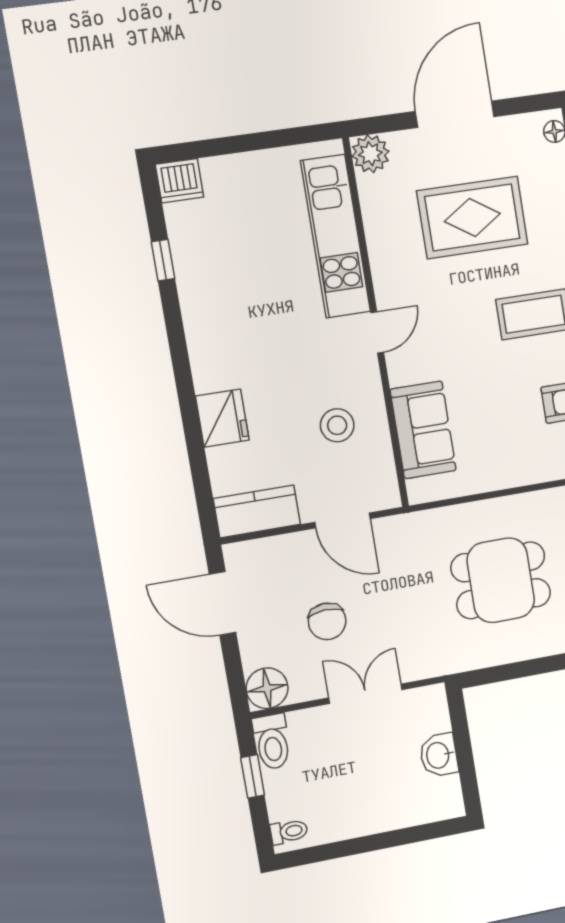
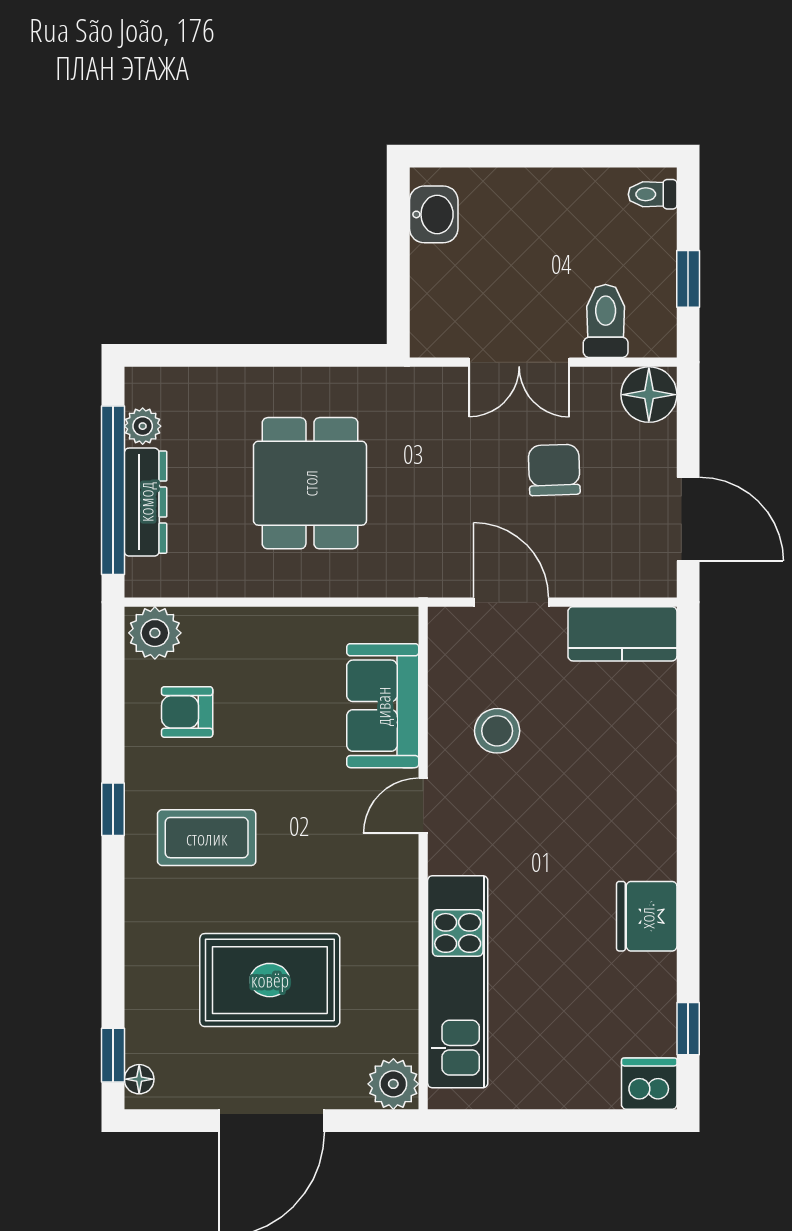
window: (163, 260) -> (688, 1029), moved
door: (377, 332) -> (423, 806), moved
fridge: (222, 418) -> (647, 916), moved
dining table: (501, 580) -> (310, 483), turned 90
toilet: (272, 742) -> (606, 321), moved
washbasin: (439, 755) -> (434, 214), moved

